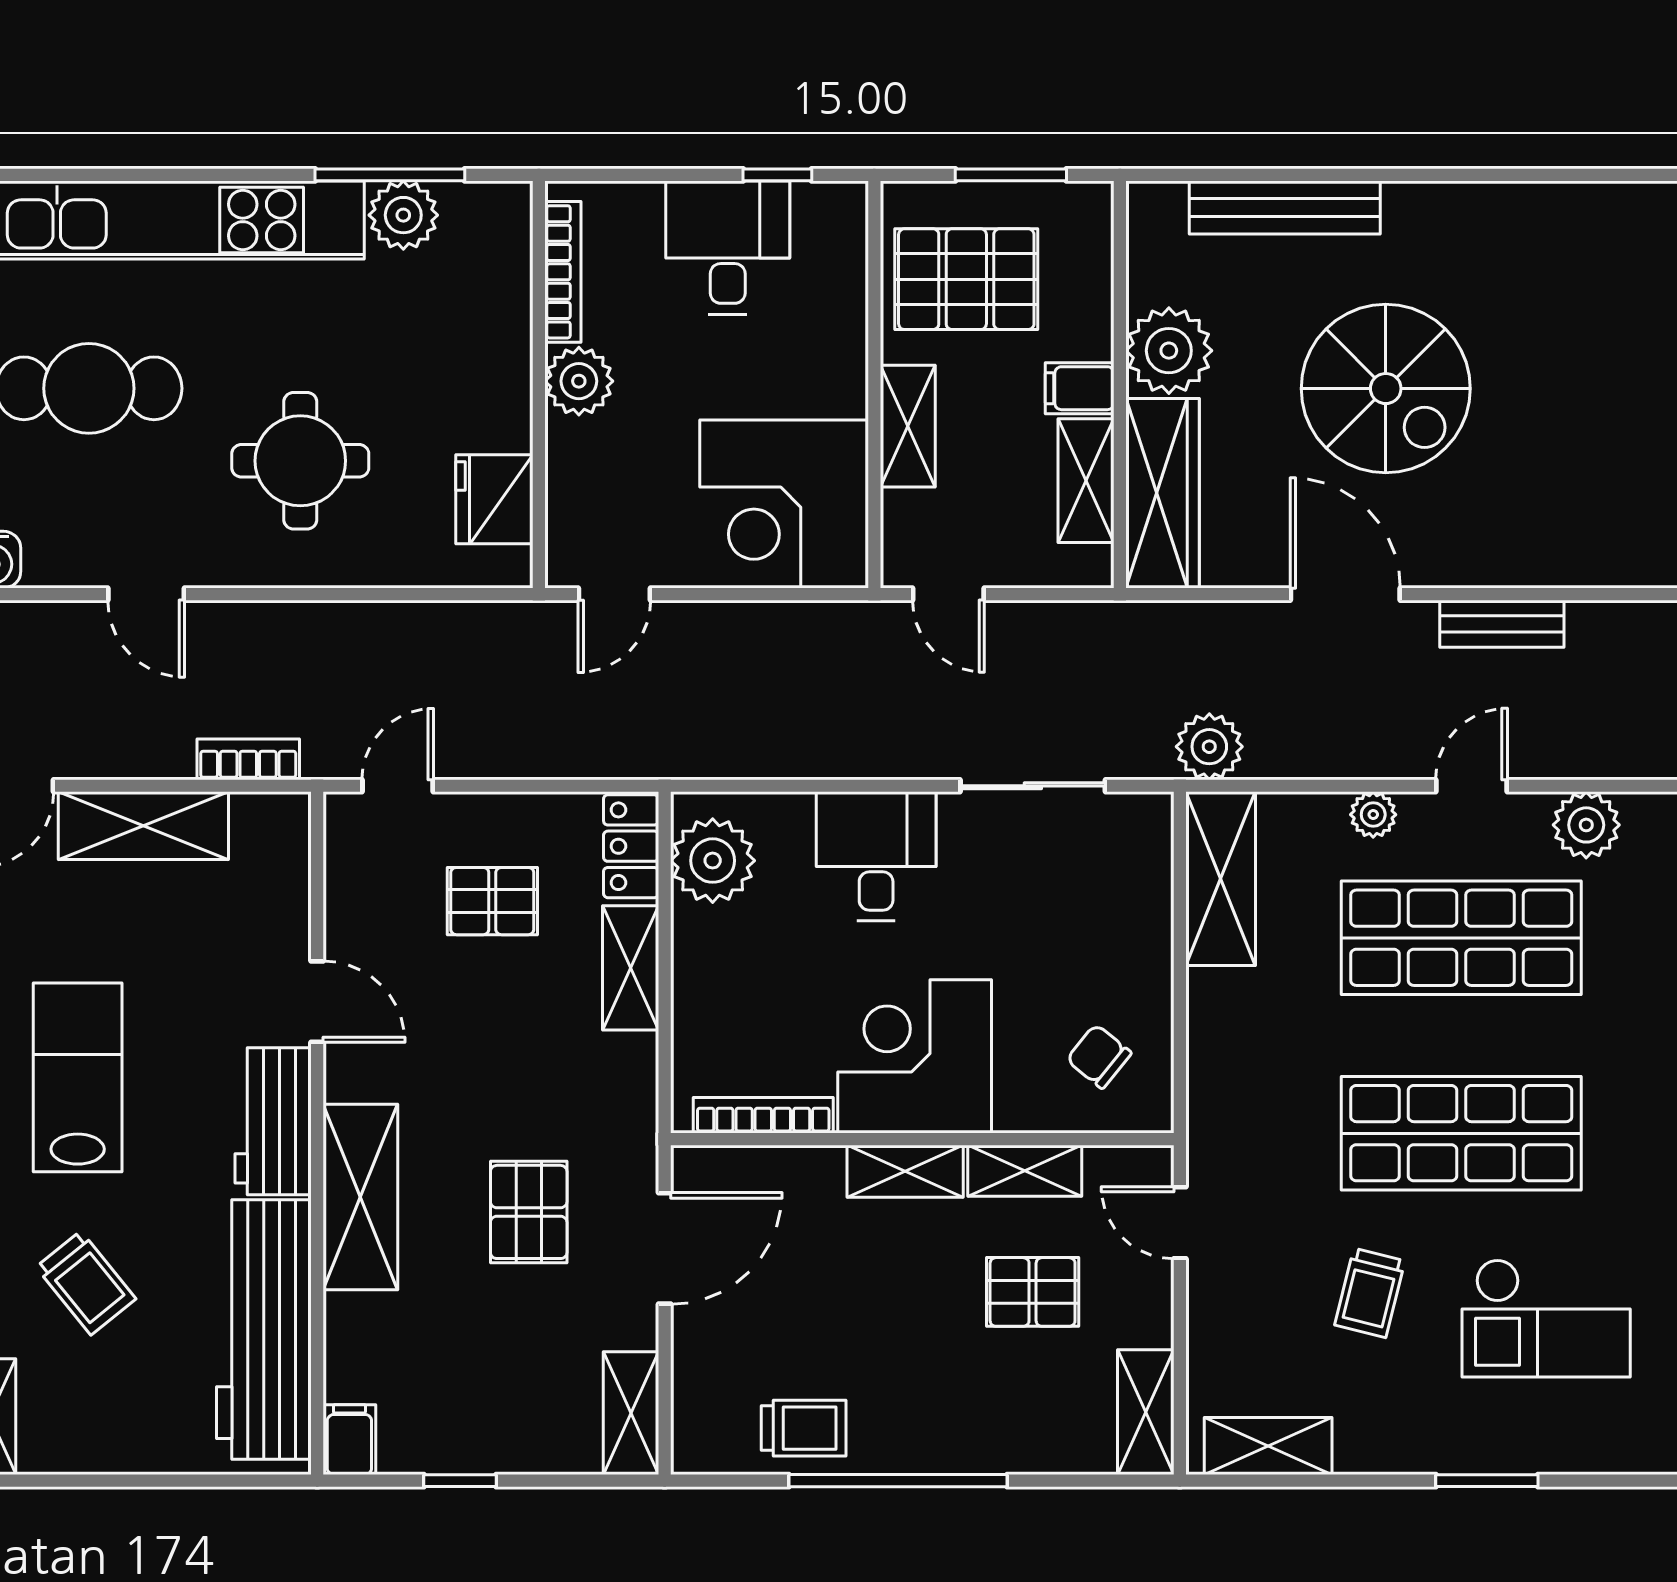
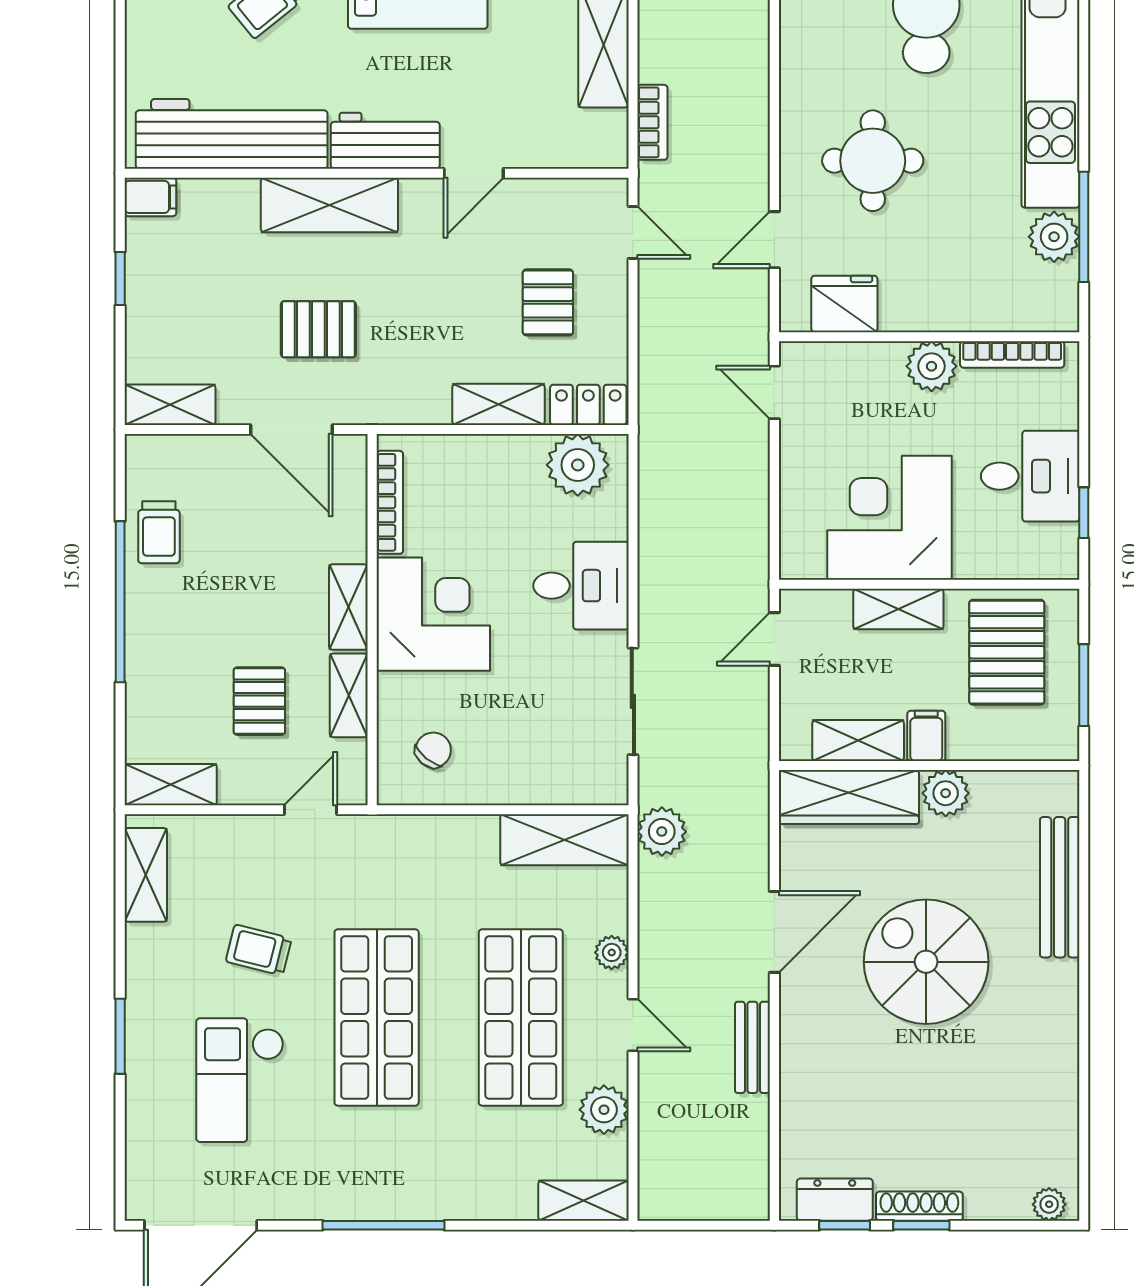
plant: (1169, 351) -> (946, 793), width x0.73, depth x0.73
spiral stairs: (1386, 389) -> (926, 962), turned 90
corner desk: (784, 504) -> (890, 518), moved
door: (146, 594) -> (774, 240), moved

